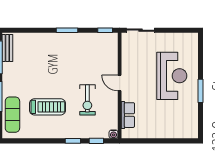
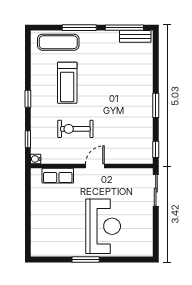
reception desk: (172, 76) -> (103, 226), turned -90
window: (73, 141) -> (28, 99), moved

